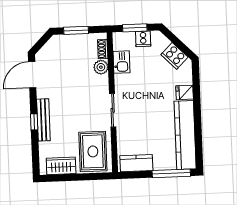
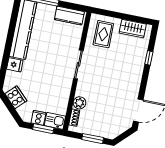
kitchen sink: (122, 62) -> (55, 121), moved, turned 90
bench: (43, 120) -> (138, 71), removed
window: (34, 122) -> (149, 58), moved
rug: (93, 151) -> (103, 34), width x0.73, depth x0.70

